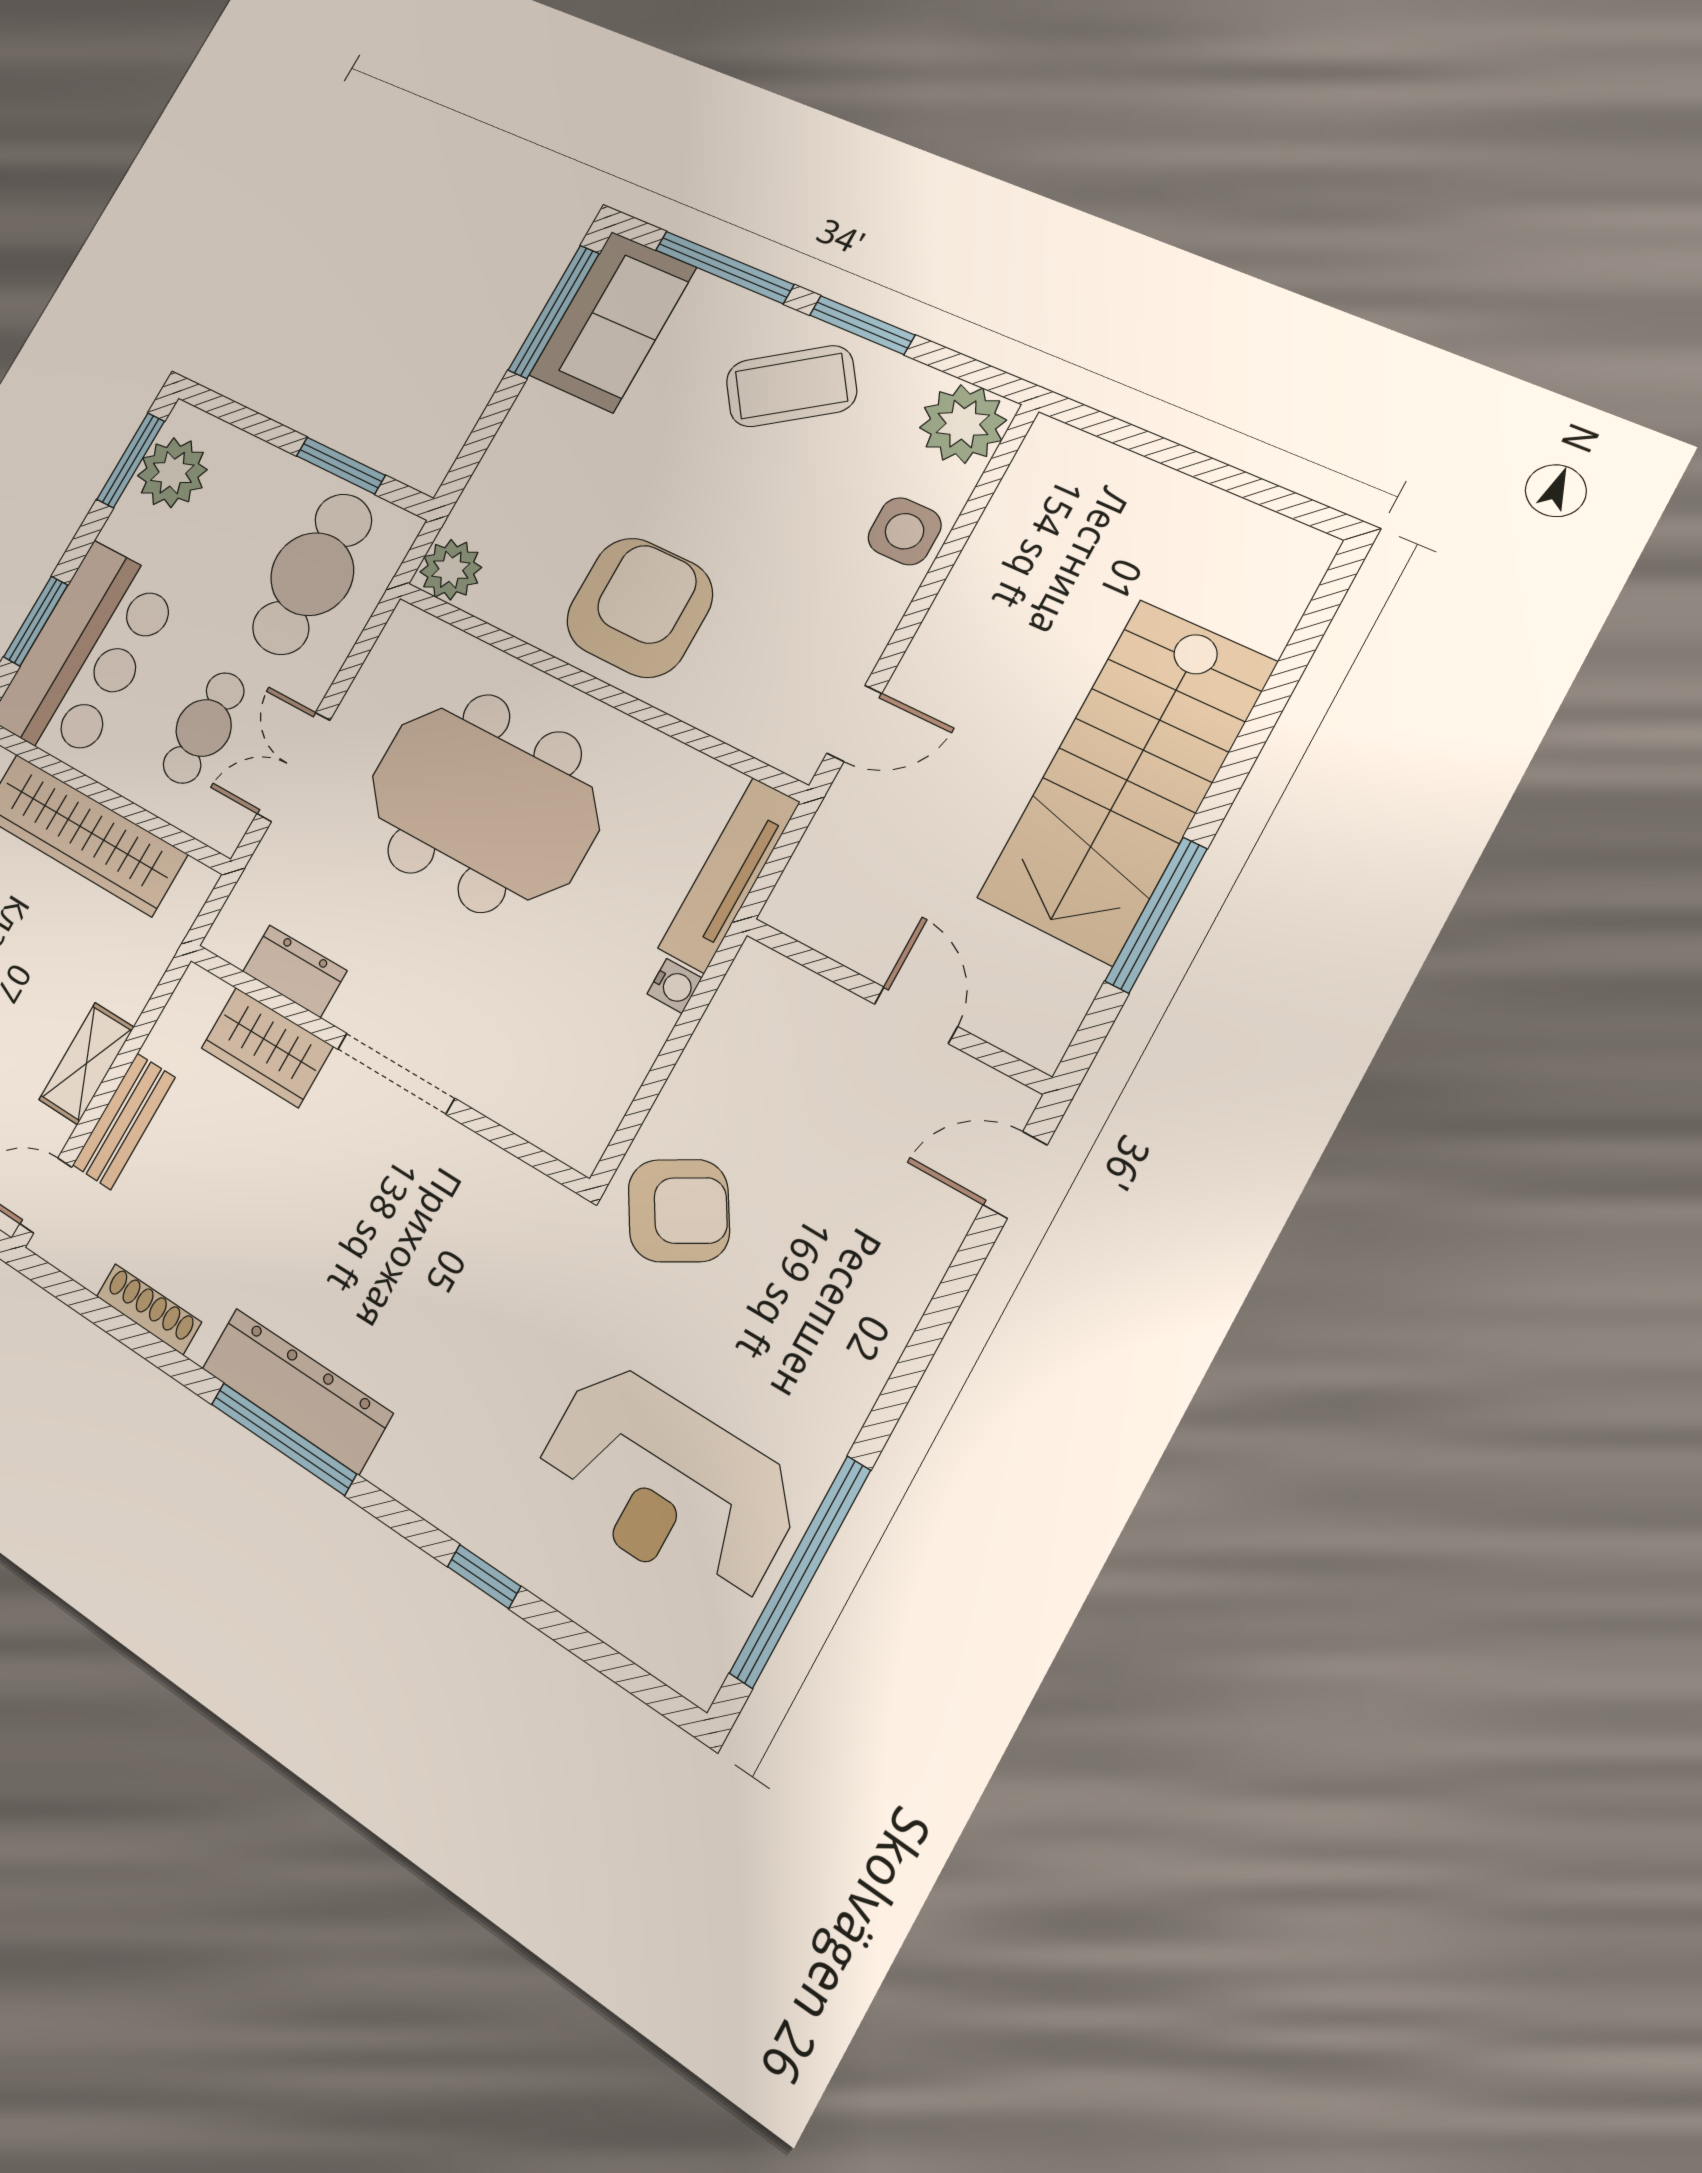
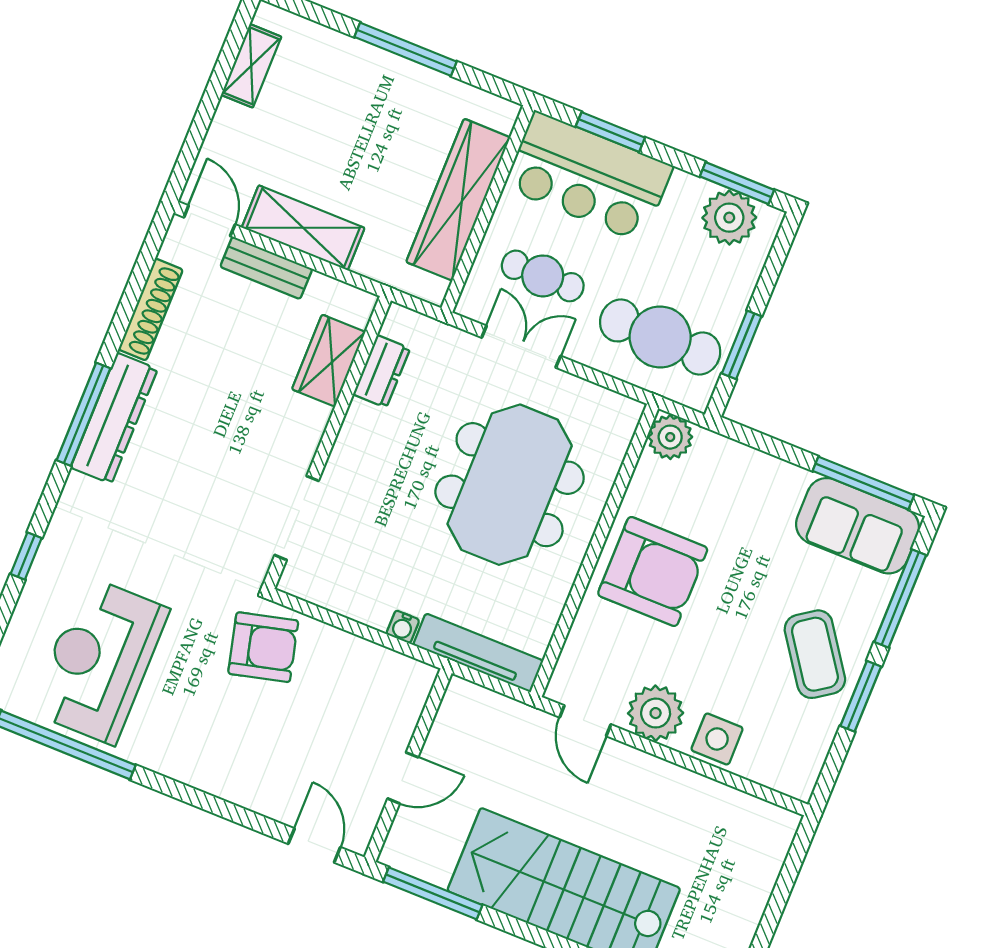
plant: (963, 424) -> (656, 713), moved
window: (1156, 915) -> (433, 893), moved
shelving: (86, 1063) -> (303, 228), width x1.50, depth x1.33
doorway: (396, 1073) -> (297, 518), moved
armchair: (679, 1211) -> (263, 647), turned -73
shoe rack: (149, 1309) -> (151, 309), width x1.36, depth x1.24

